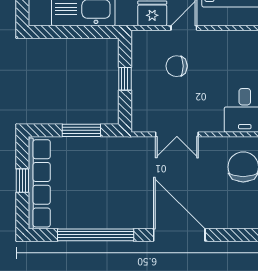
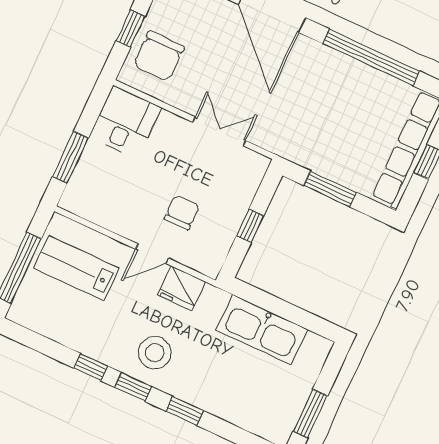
chair: (177, 66) -> (182, 212), turned -90

